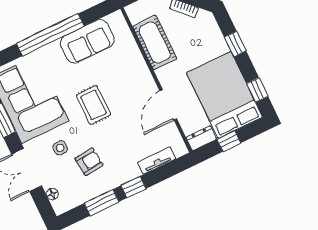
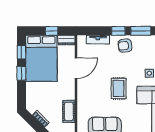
cot: (155, 43) -> (69, 111), width x0.73, depth x0.75
window: (235, 44) -> (21, 73), moved
armchair: (89, 162) -> (125, 46), moved

